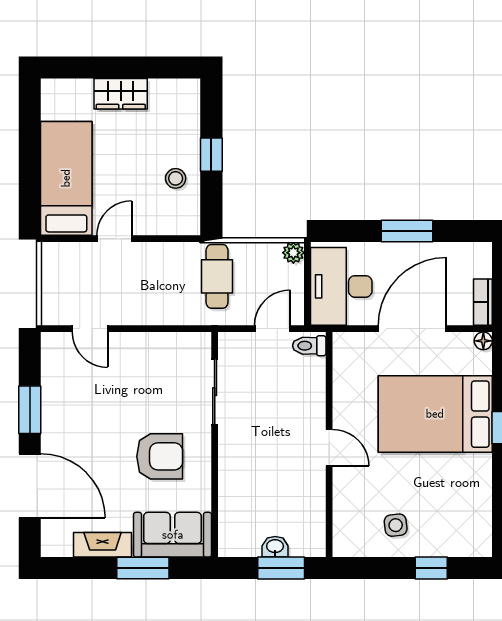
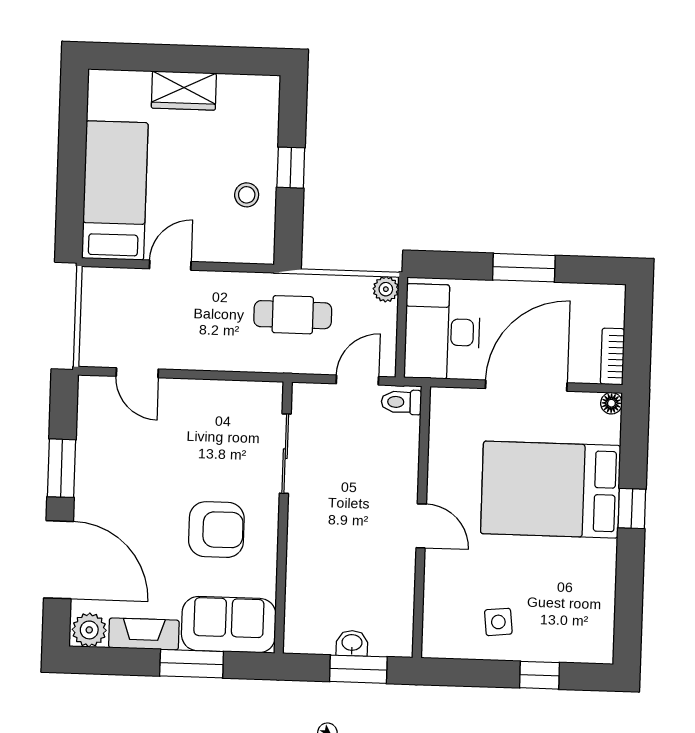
cafe table: (217, 276) -> (293, 315), turned 90
plant: (57, 543) -> (89, 630), added

